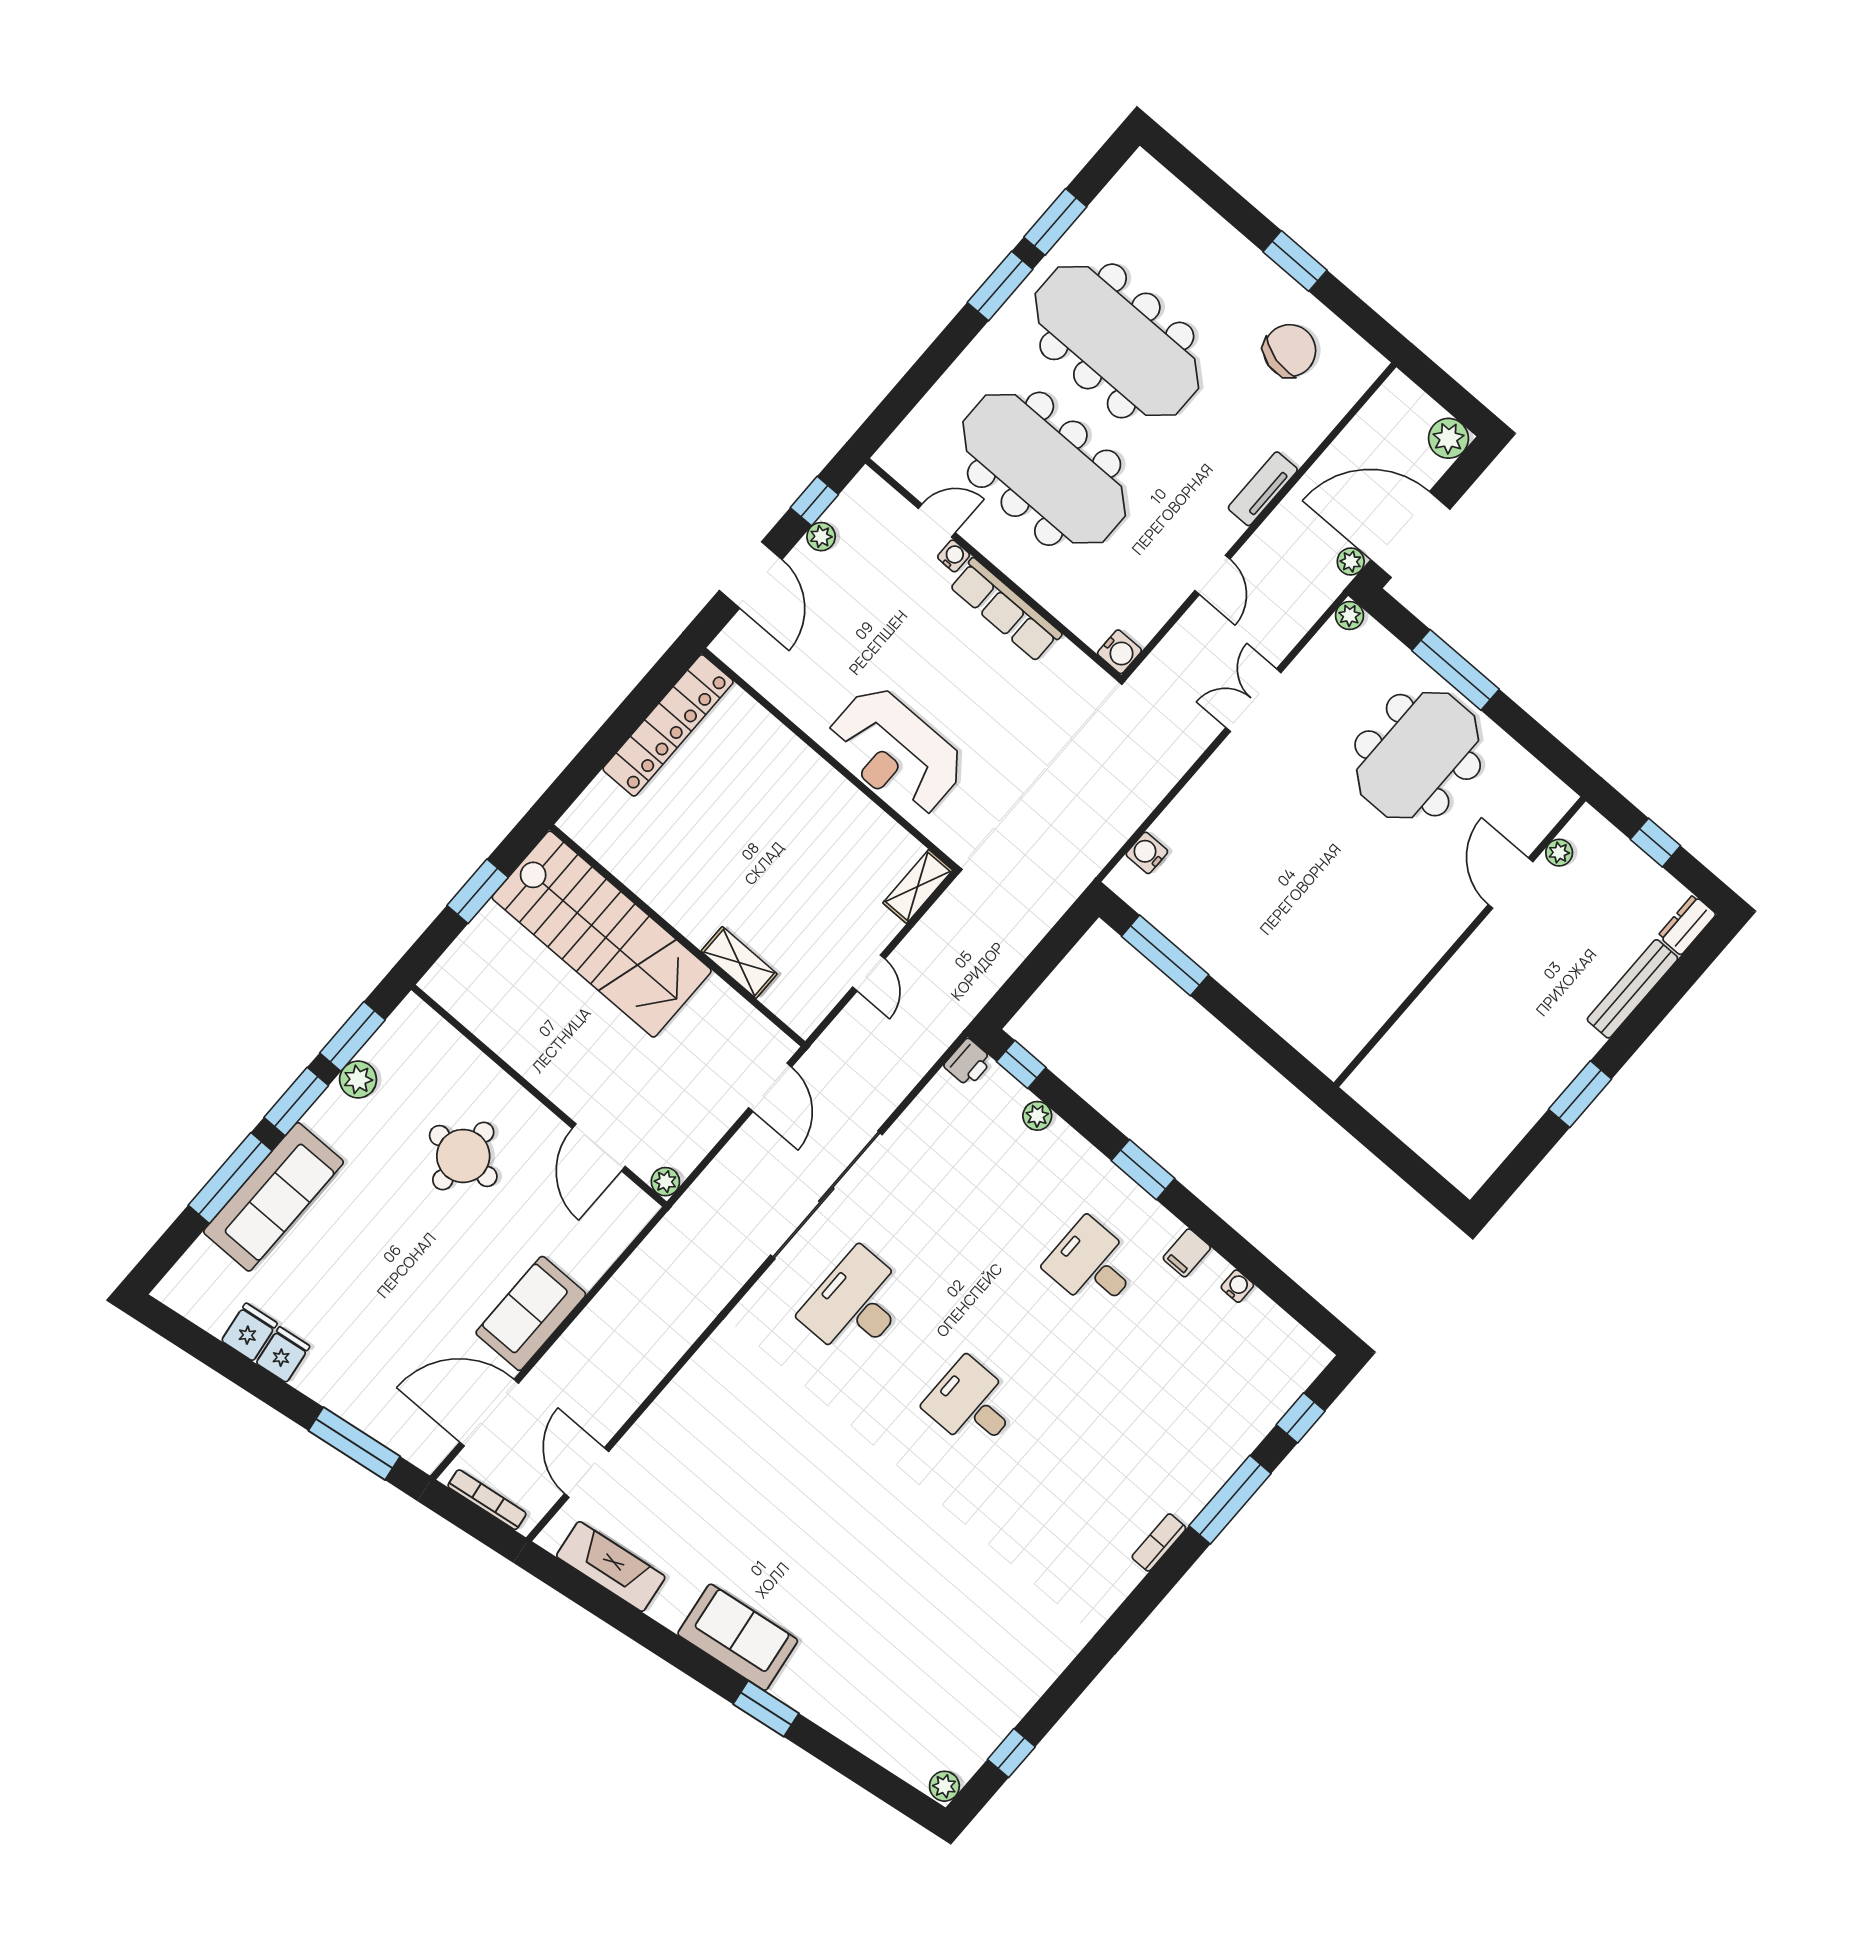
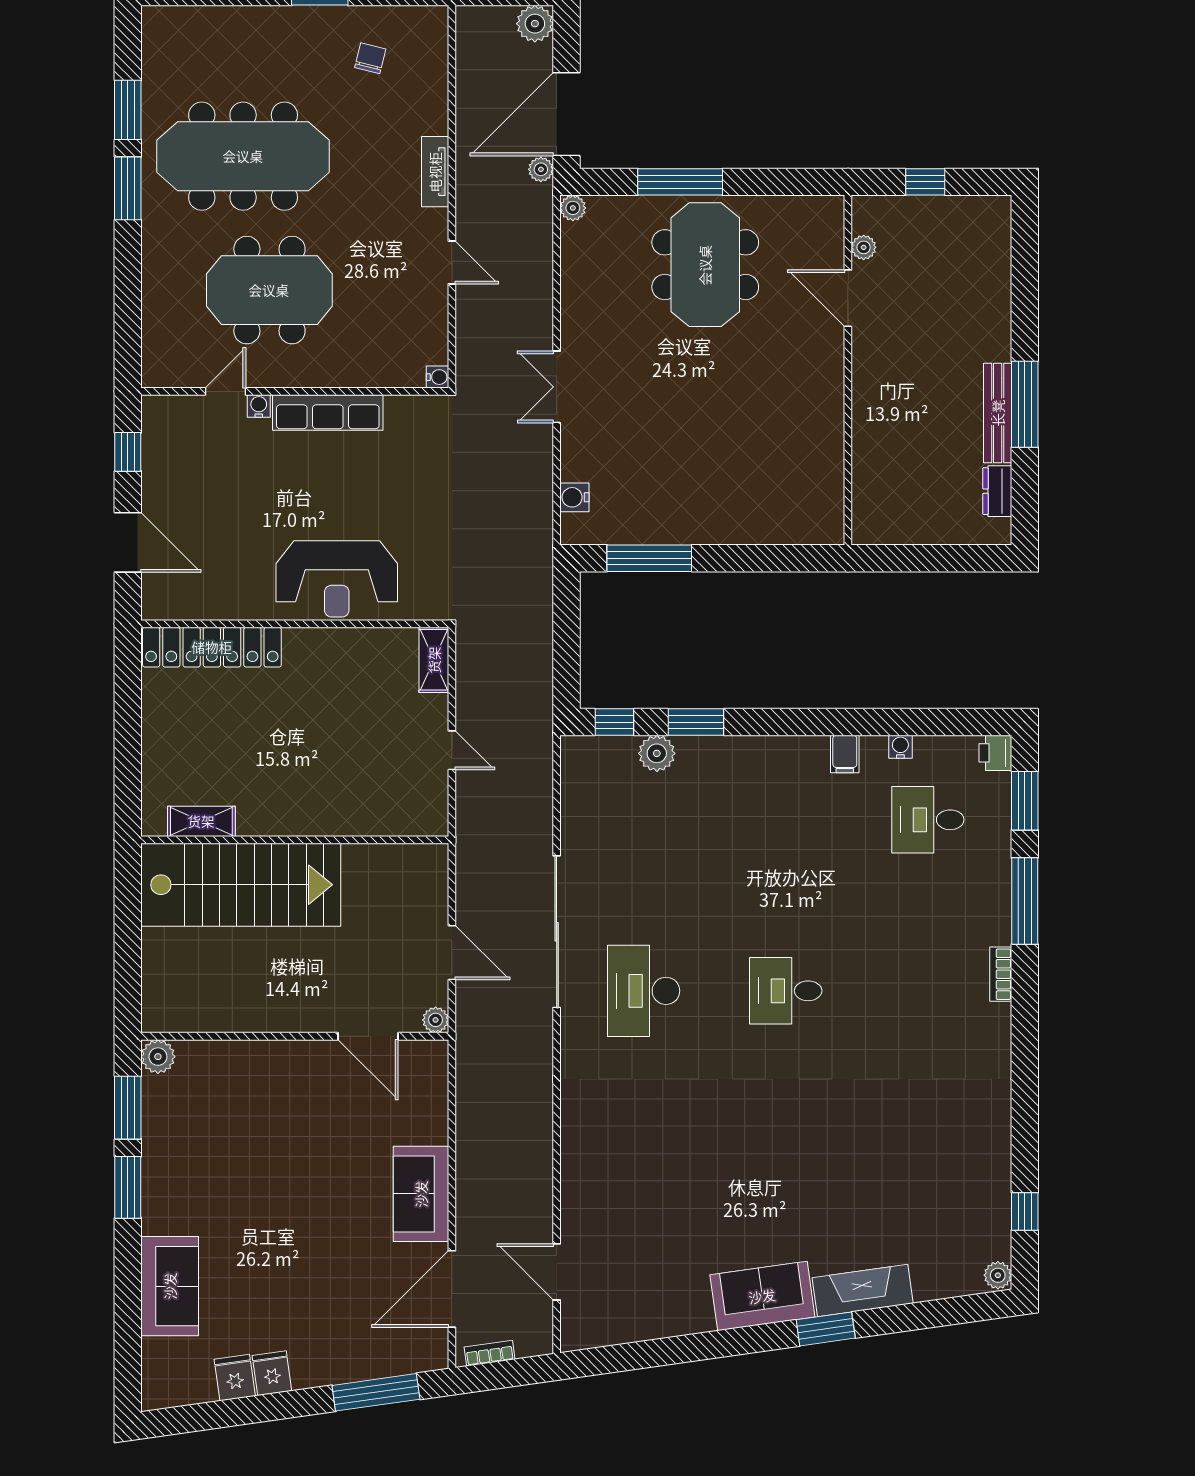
chair: (1290, 351) -> (370, 58), width x0.54, depth x0.54
meeting table: (1044, 469) -> (269, 290), width x0.73
plant: (821, 537) -> (154, 473), removed
water cooler: (1119, 652) -> (438, 377), width x0.72, depth x0.72
double door: (1253, 700) -> (557, 387), moved
locker: (668, 725) -> (212, 647), moved, turned 90
window: (478, 891) -> (128, 930), removed
dresser: (1687, 925) -> (997, 491), moved
shelving: (739, 962) -> (201, 821), moved
bench: (1632, 989) -> (998, 413), moved
printer: (968, 1063) -> (995, 753), moved, turned 180
plant: (358, 1079) -> (158, 1057), moved
door: (770, 1087) -> (452, 953), moved
window: (1580, 1094) -> (1025, 404), width x1.44
plant: (1037, 1116) -> (657, 753), width x1.38, depth x1.38
round table: (463, 1156) -> (278, 1124), removed
window: (1143, 1170) -> (696, 722), moved
window: (230, 1178) -> (128, 1281), removed
sofa: (273, 1197) -> (170, 1286), width x0.73
desk: (1092, 1265) -> (928, 820), moved
window: (1301, 1418) -> (1025, 801), width x1.50
bookcase: (487, 1500) -> (490, 1353), width x0.64
fireplace: (611, 1566) -> (863, 1290), moved

